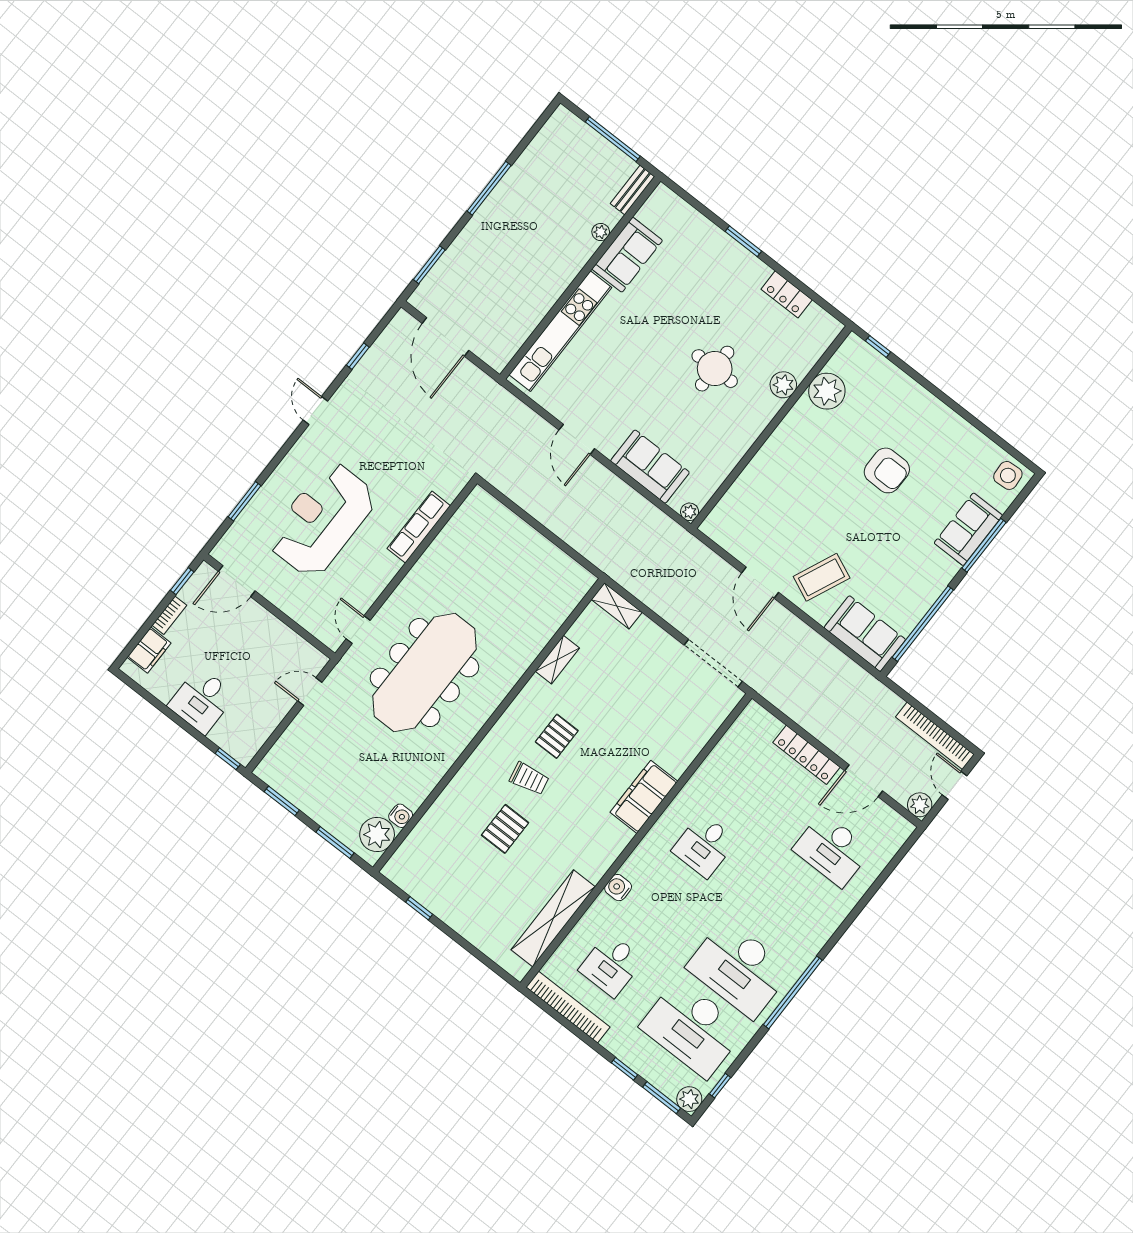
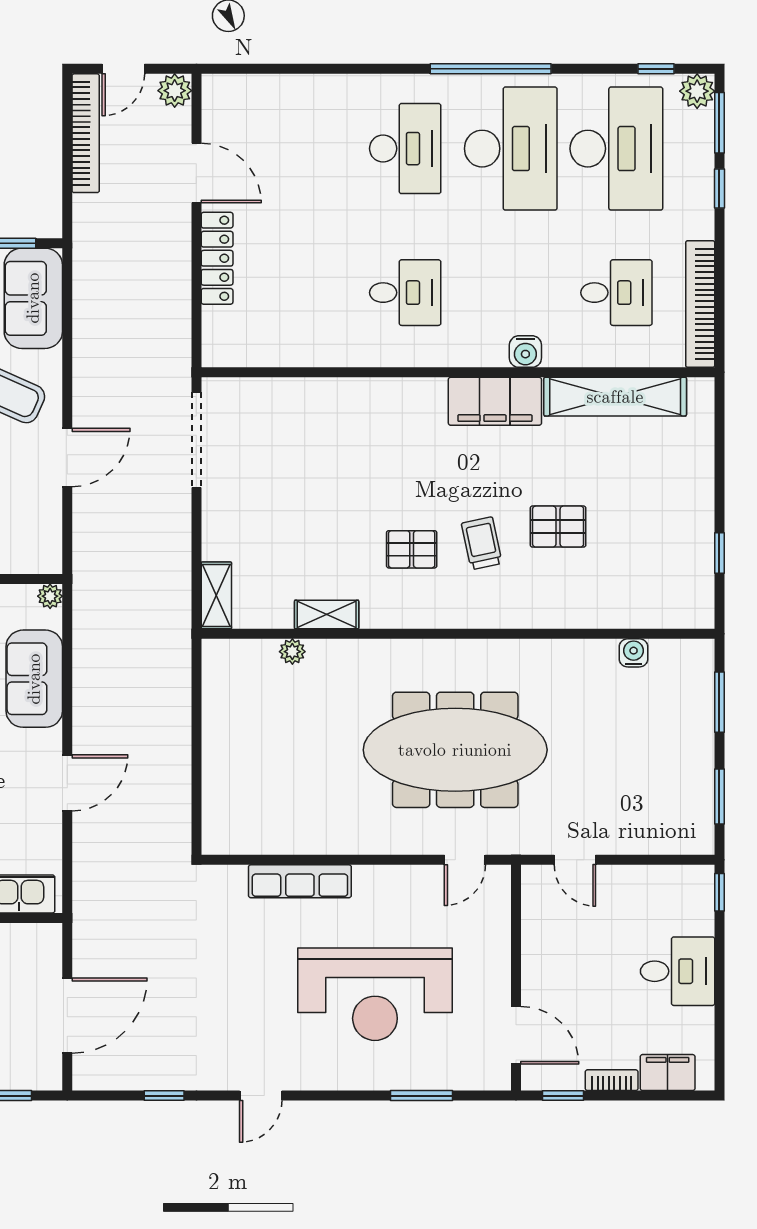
filing cabinet: (644, 797) -> (495, 401), moved
plant: (377, 834) -> (292, 652), moved, width x0.53, depth x0.53
desk: (832, 850) -> (405, 149), moved

